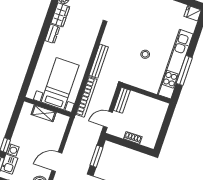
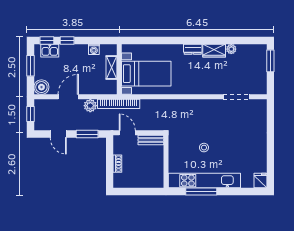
bench: (99, 61) -> (181, 104), removed
bookcase: (86, 97) -> (119, 104), moved
plant: (72, 145) -> (90, 106), added
washing machine: (13, 150) -> (94, 49), moved
door: (57, 162) -> (68, 97), hinge flipped

